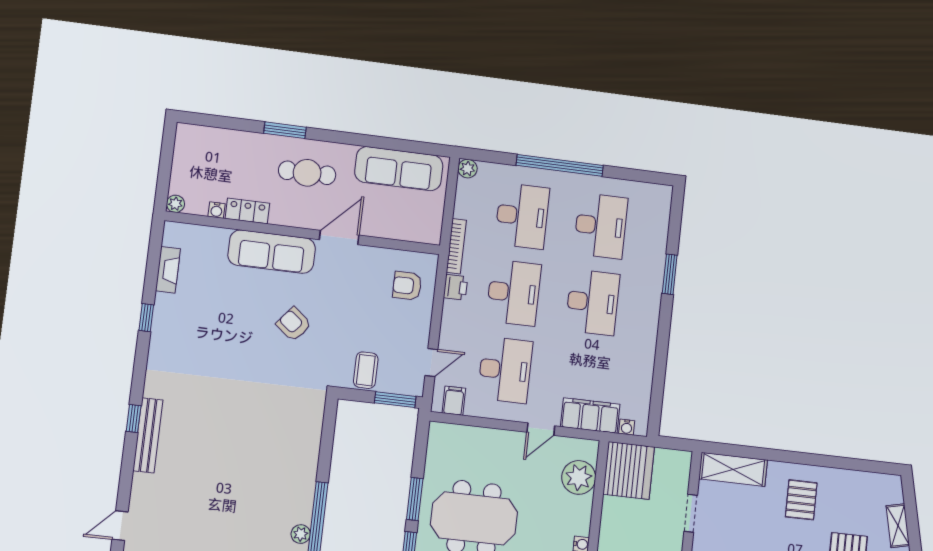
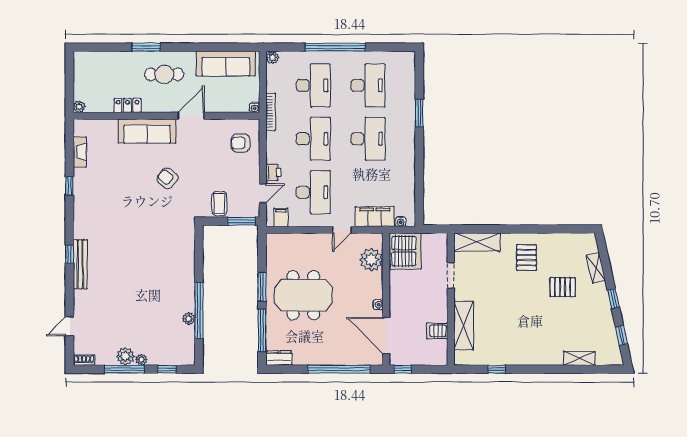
water cooler: (216, 210) -> (255, 108), moved
printer: (456, 287) -> (273, 172), moved

